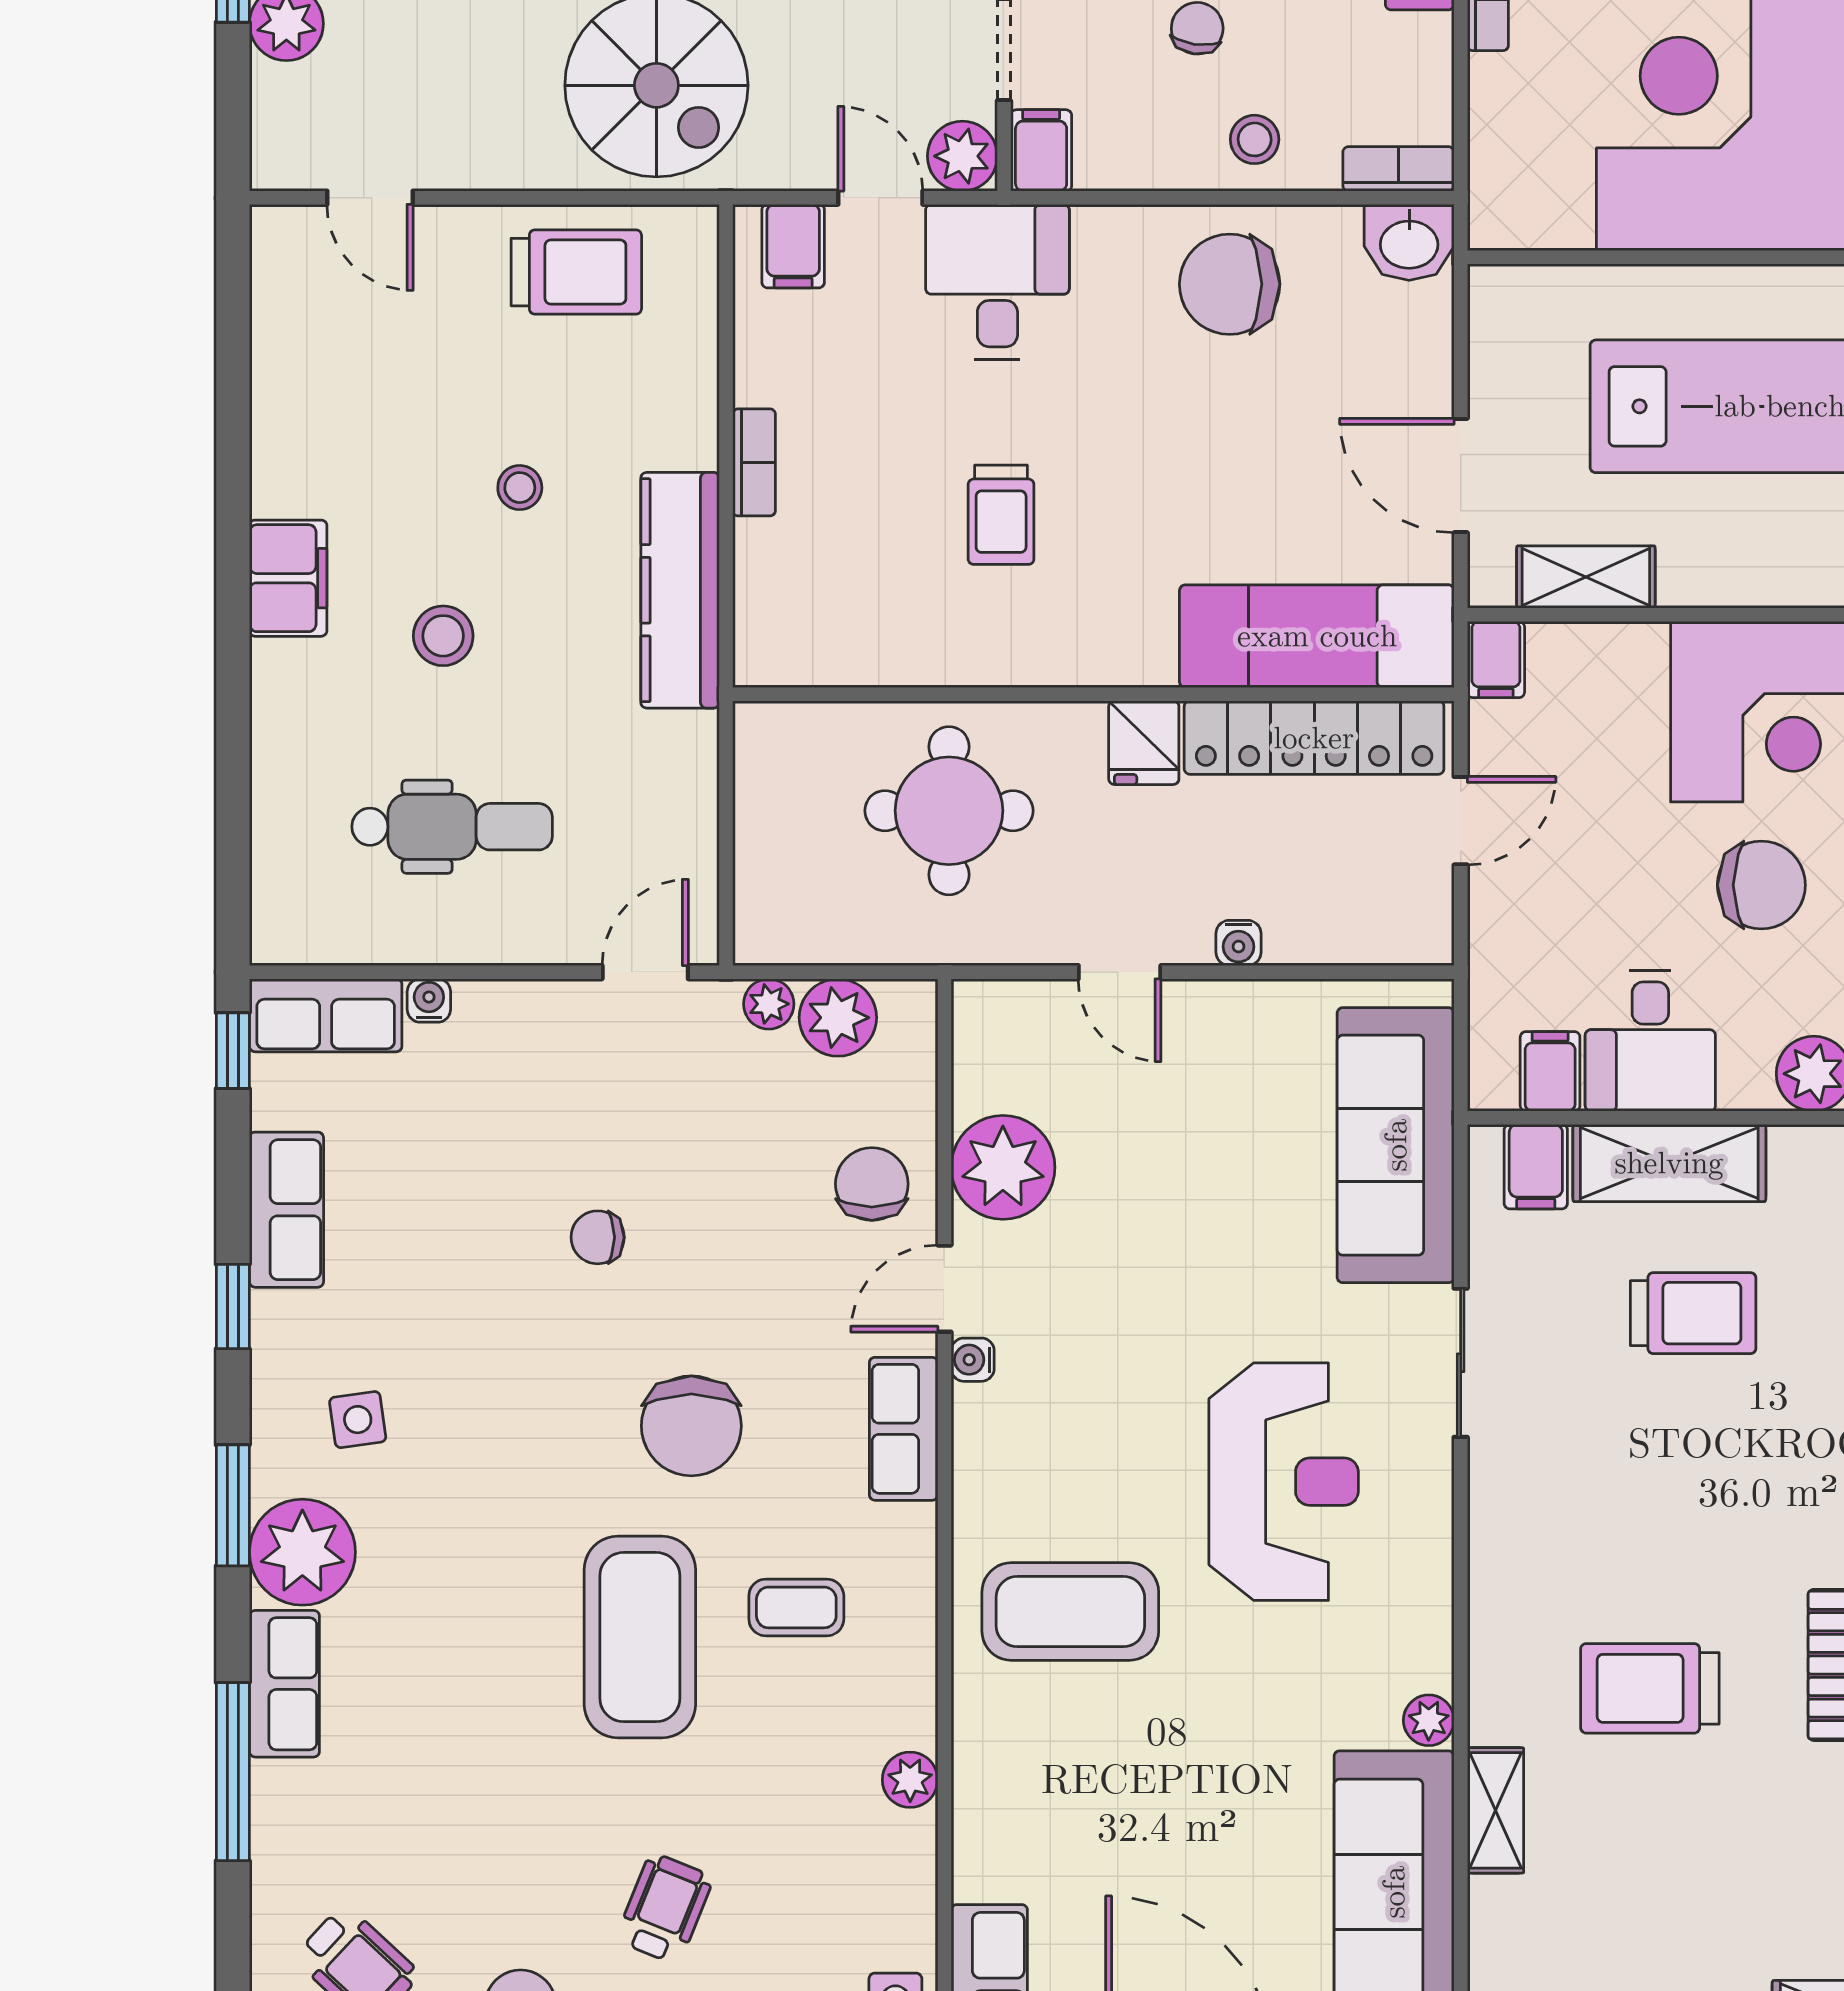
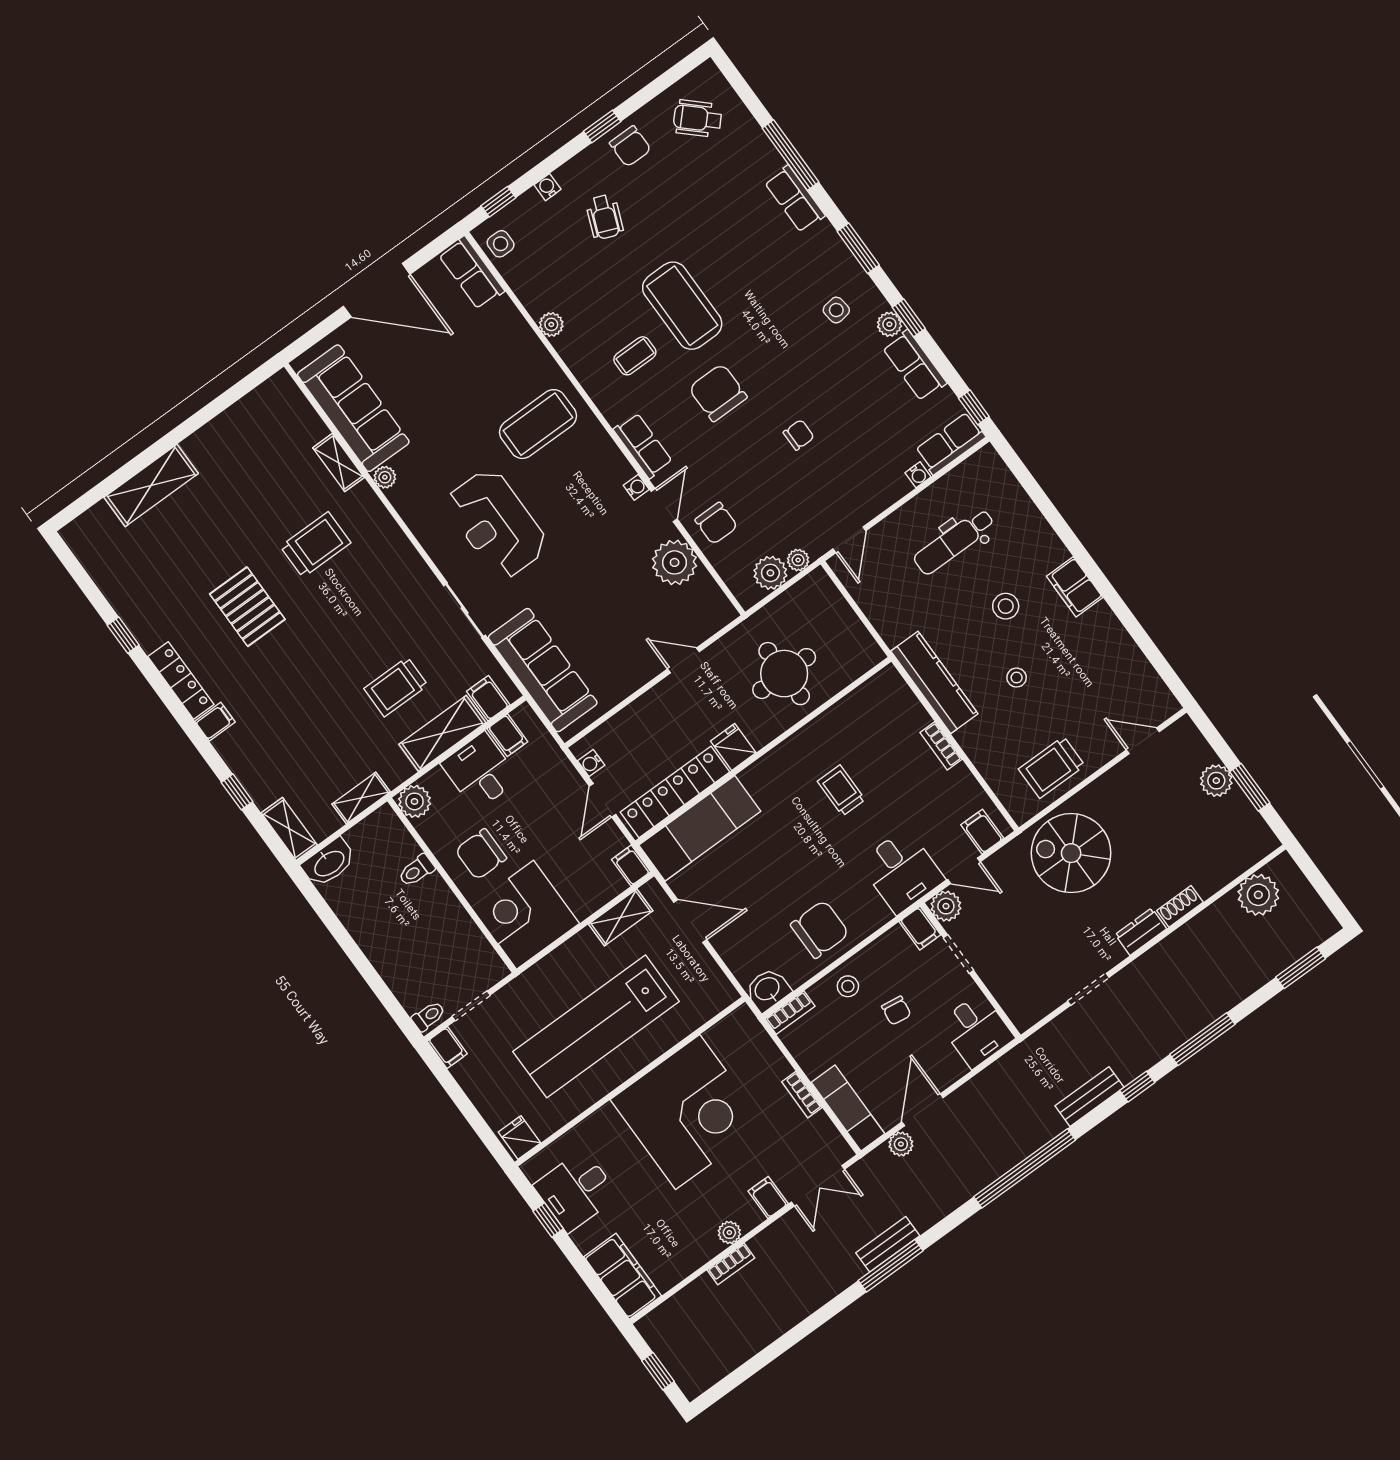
water cooler: (1238, 943) -> (591, 763), moved, turned -90
plant: (302, 1552) -> (889, 324), moved, width x0.53, depth x0.53

